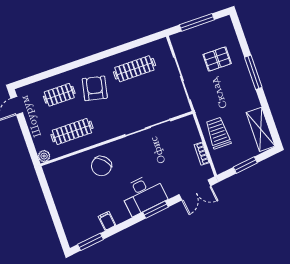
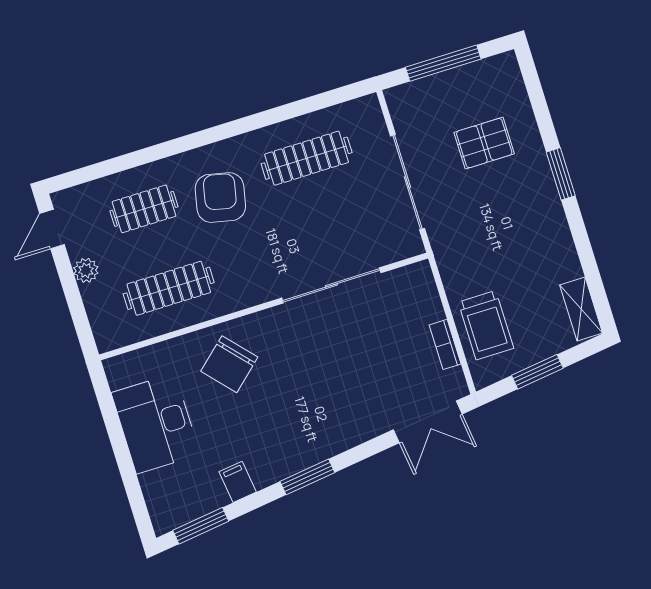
window: (253, 72) -> (561, 174), width x0.69
shelving: (261, 129) -> (581, 309), width x0.67, depth x0.75
trolley: (218, 133) -> (486, 325), moved, turned 180
plant: (44, 156) -> (86, 270), moved
desk: (143, 194) -> (156, 424), moved, turned 97
window: (155, 210) -> (307, 477), moved

